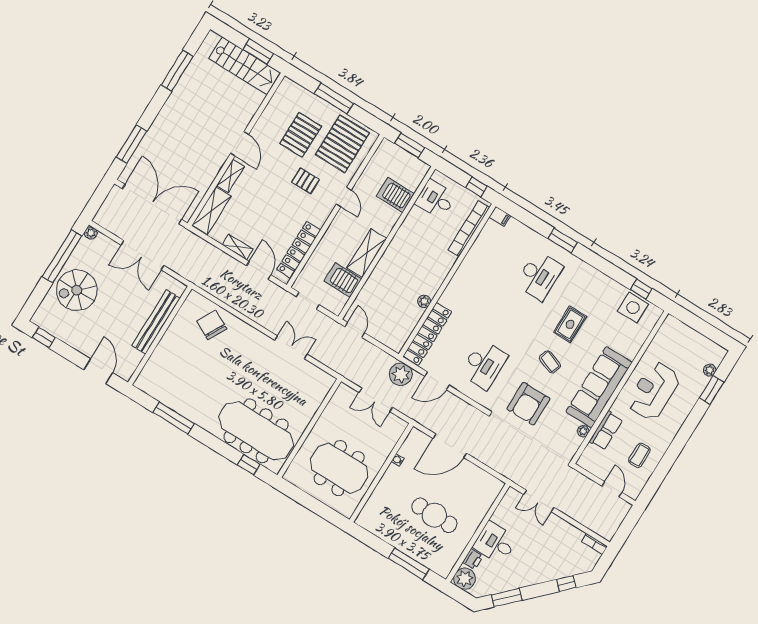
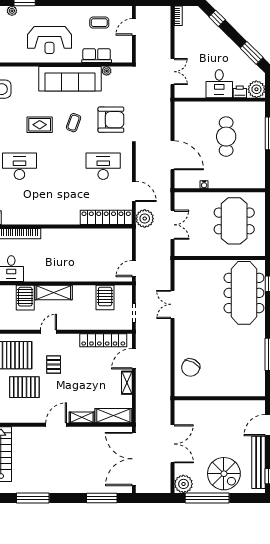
plant: (91, 233) -> (183, 484), width x1.88, depth x1.88
shelving: (367, 253) -> (54, 293), moved
plant: (424, 301) -> (85, 233), removed
bench: (156, 322) -> (258, 462), moved, turned 90

